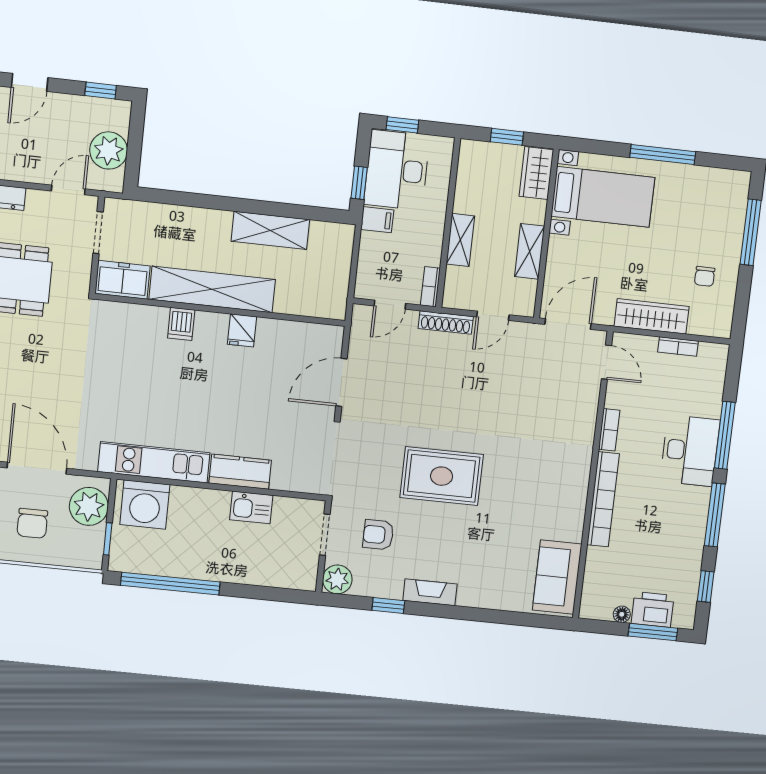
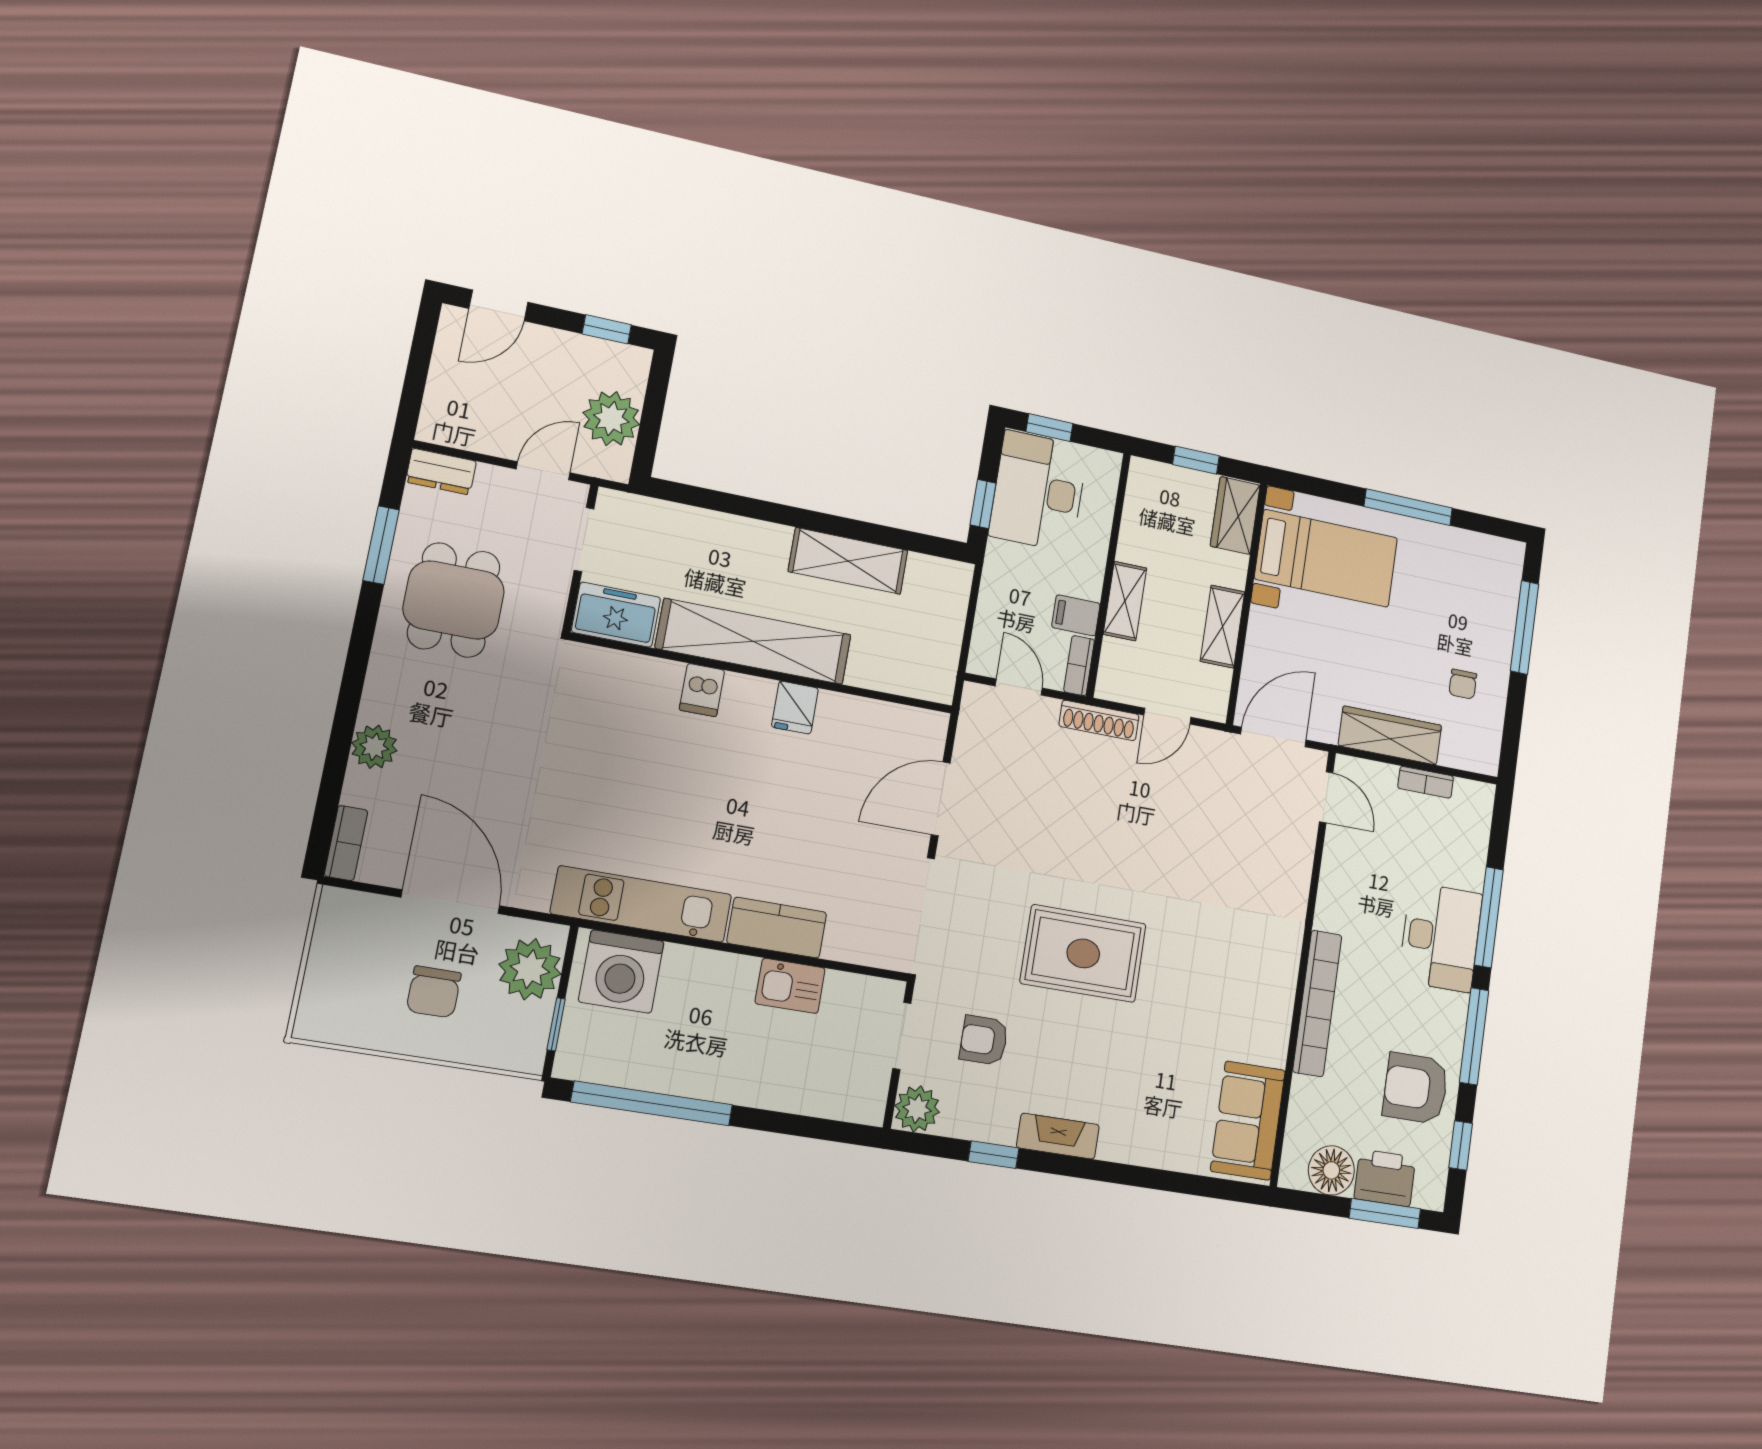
filing cabinet: (377, 220) -> (1076, 615), moved, turned 180
door: (390, 305) -> (1019, 687), swing flipped
bookcase: (609, 430) -> (1328, 898), removed
armchair: (673, 551) -> (1416, 1088), added
floor lamp: (622, 614) -> (1331, 1170), width x1.89, depth x1.89

